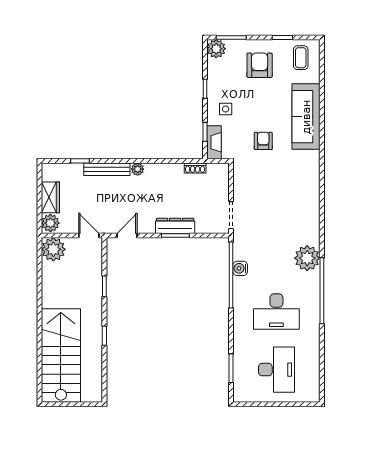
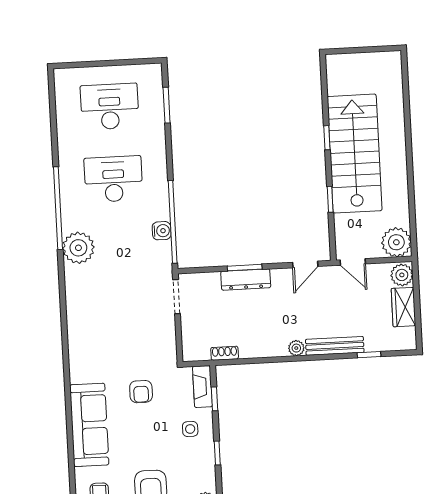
stairs: (61, 356) -> (355, 154), moved, turned 180
desk: (276, 370) -> (110, 106), turned 90

